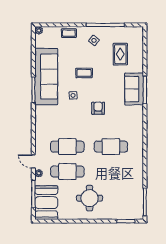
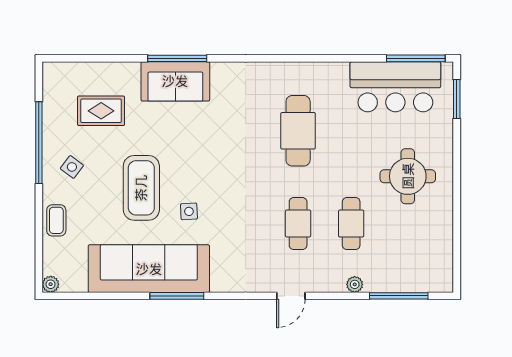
coffee table: (84, 73) -> (141, 188), width x1.86, depth x1.72
armchair: (98, 108) -> (216, 158), removed
cafe table: (67, 147) -> (298, 224), width x0.73, depth x0.74
door: (33, 161) -> (291, 296), moved
cafe table: (67, 172) -> (351, 224), width x0.73, depth x0.74
bar counter: (132, 192) -> (395, 87), added
booth: (46, 203) -> (417, 268), removed

